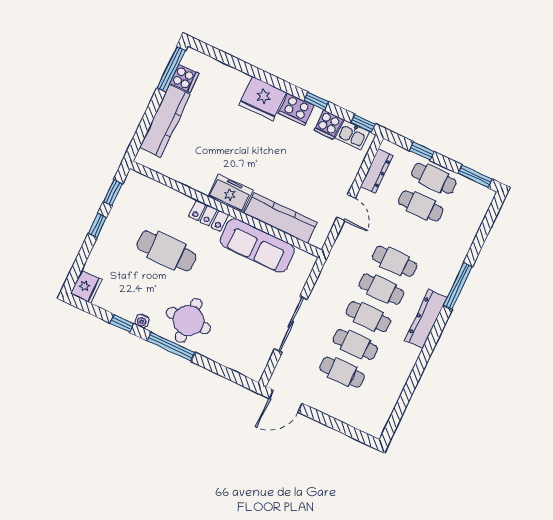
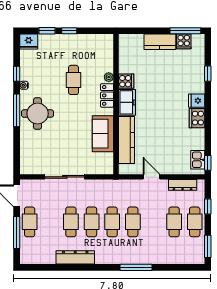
fridge: (262, 99) -> (197, 101), width x0.53, depth x0.75
window: (316, 101) -> (208, 74), moved
kitchen counter: (165, 121) -> (160, 42), width x0.67
cooker: (328, 125) -> (126, 81), moved, turned 180
window: (113, 193) -> (47, 31), moved
plant: (185, 202) -> (109, 77), added
door: (346, 208) -> (151, 177), swing flipped
sofa: (257, 245) -> (103, 134), width x0.73
cafe table: (166, 251) -> (74, 80), width x0.73, depth x0.74
dresser: (426, 319) -> (75, 257), moved
cafe table: (342, 372) -> (30, 222), moved
window: (335, 424) -> (17, 233), added

